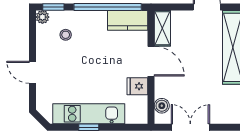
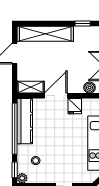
kitchen counter: (128, 20) -> (25, 121), width x1.50

